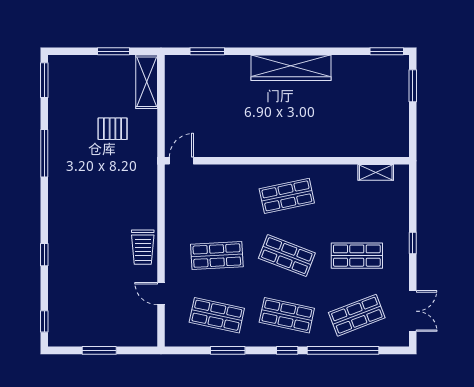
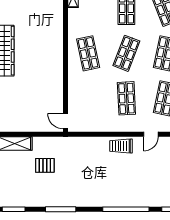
pallet: (113, 129) -> (45, 165), turned 90
trolley: (143, 247) -> (121, 146), turned 180
window: (44, 255) -> (126, 209), width x3.17

